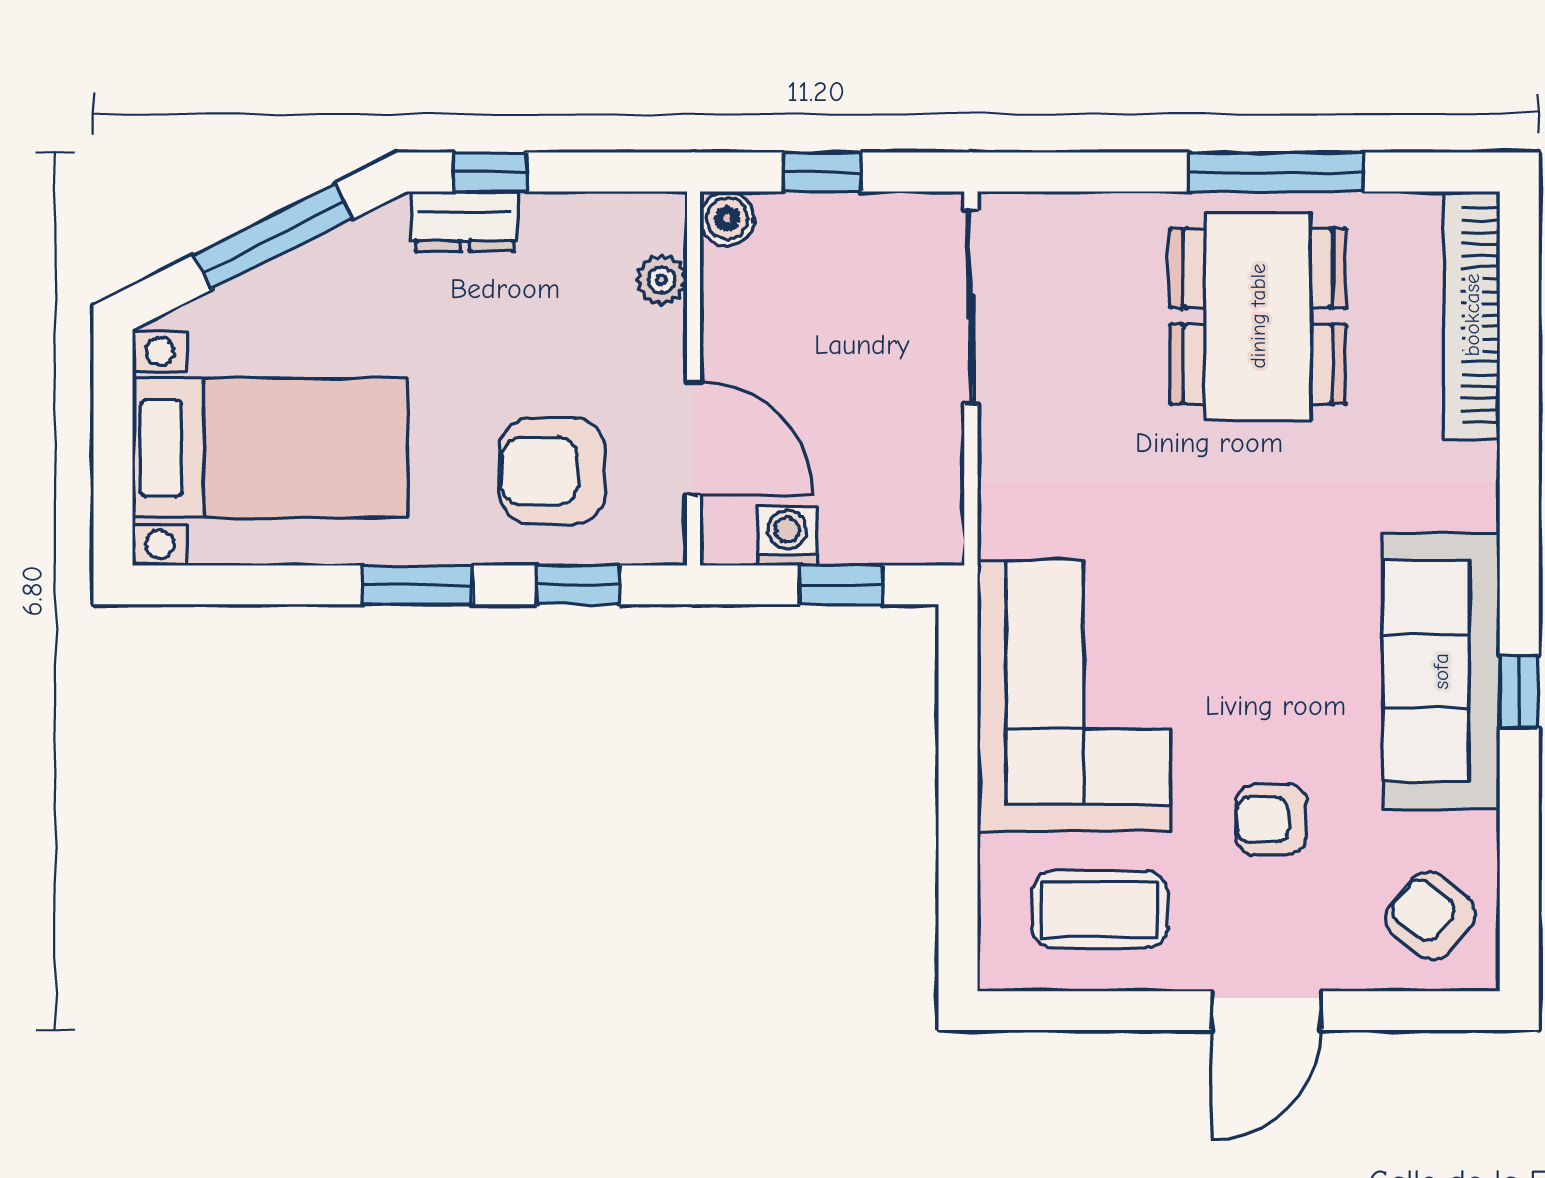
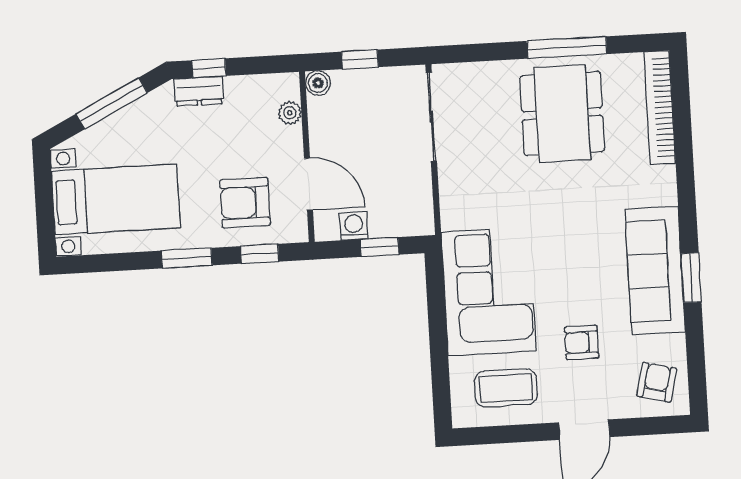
window: (1519, 692) -> (691, 278), width x1.50
armchair: (1431, 916) -> (657, 382), turned 65

